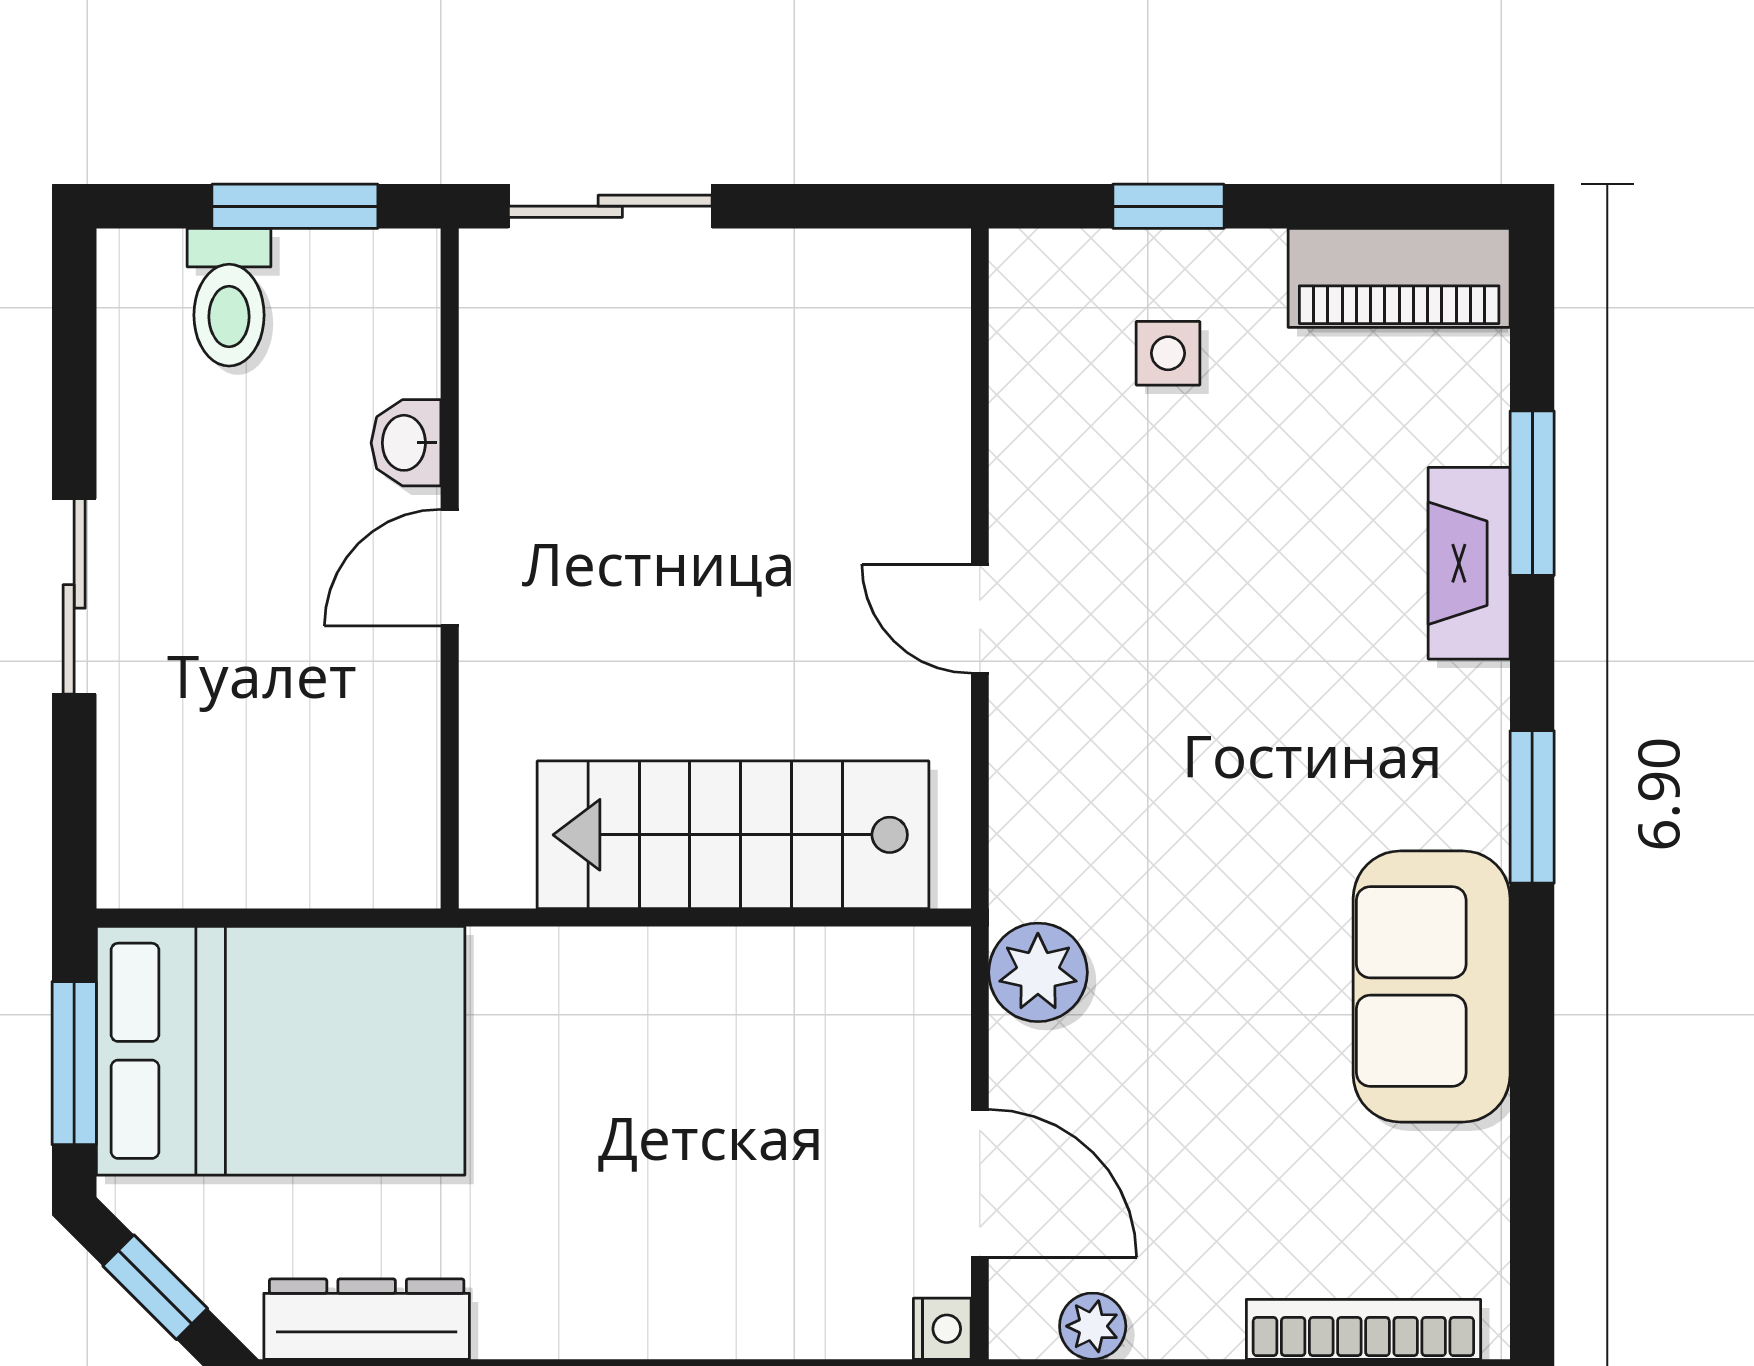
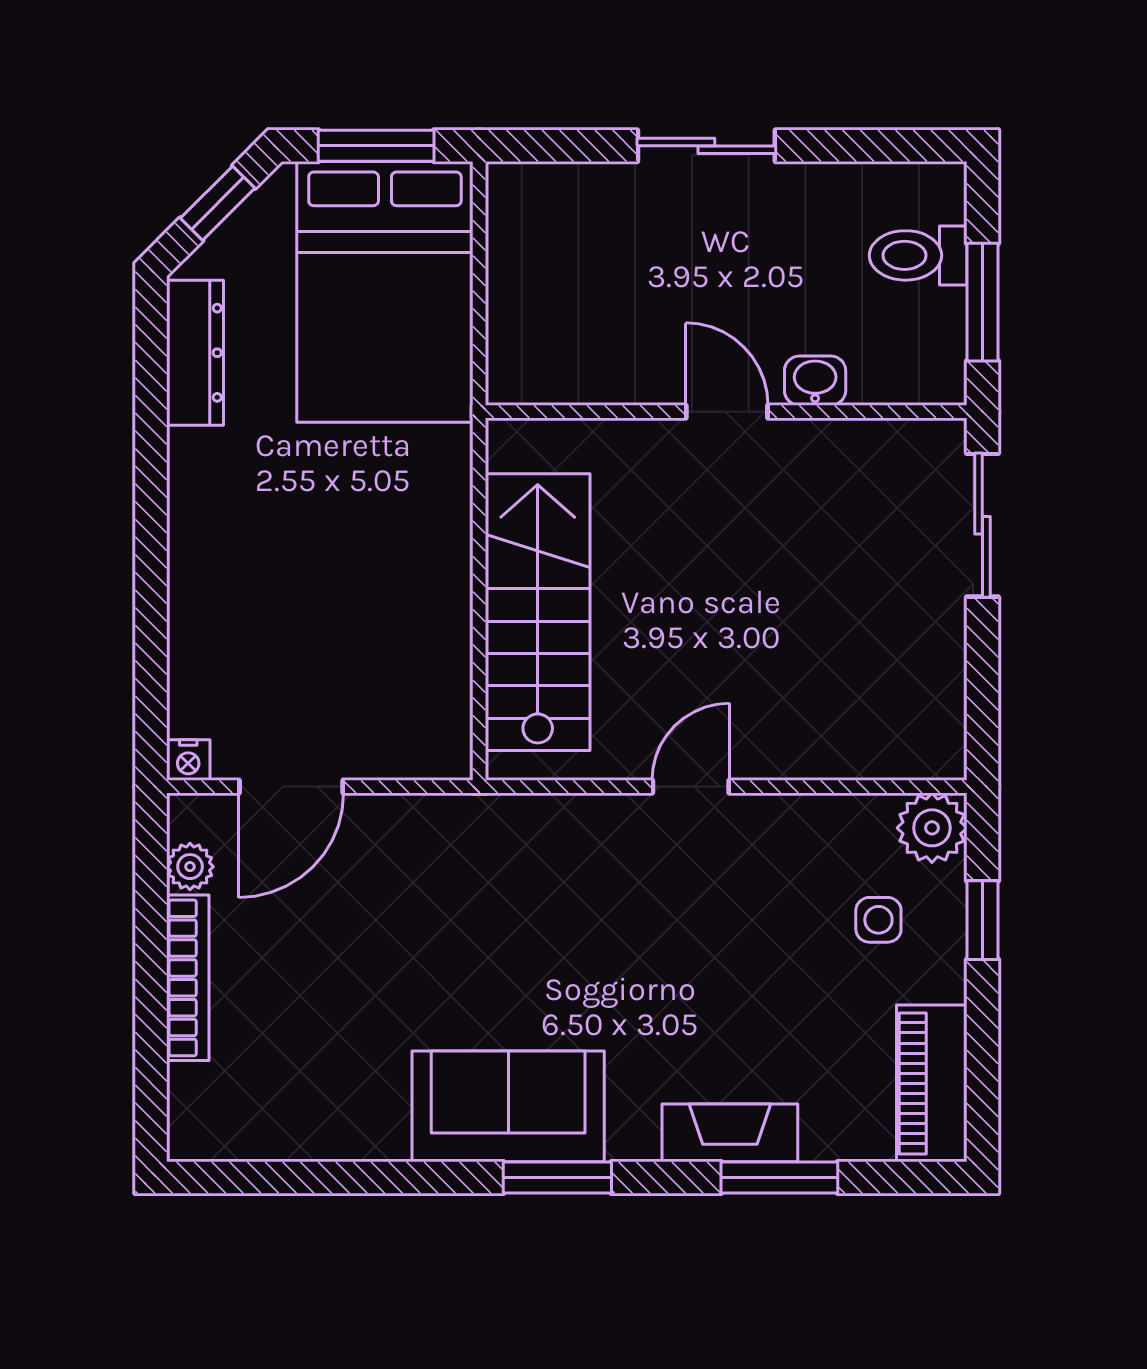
plant: (1038, 972) -> (932, 828), moved
sofa: (1432, 986) -> (508, 1106), moved
bookcase: (1363, 1329) -> (188, 978), moved

